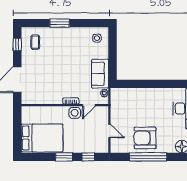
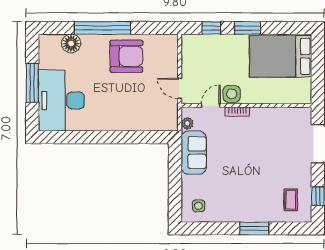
door: (109, 131) -> (180, 88), moved
window: (148, 157) -> (102, 28), moved

